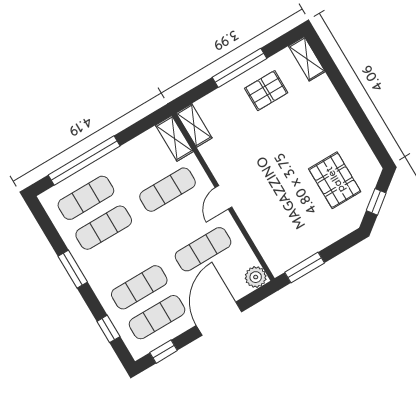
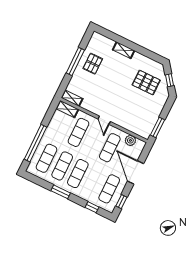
shelving: (307, 59) -> (124, 50), moved
plant: (256, 277) -> (130, 140), moved
exercise mat: (139, 287) -> (78, 174), moved

